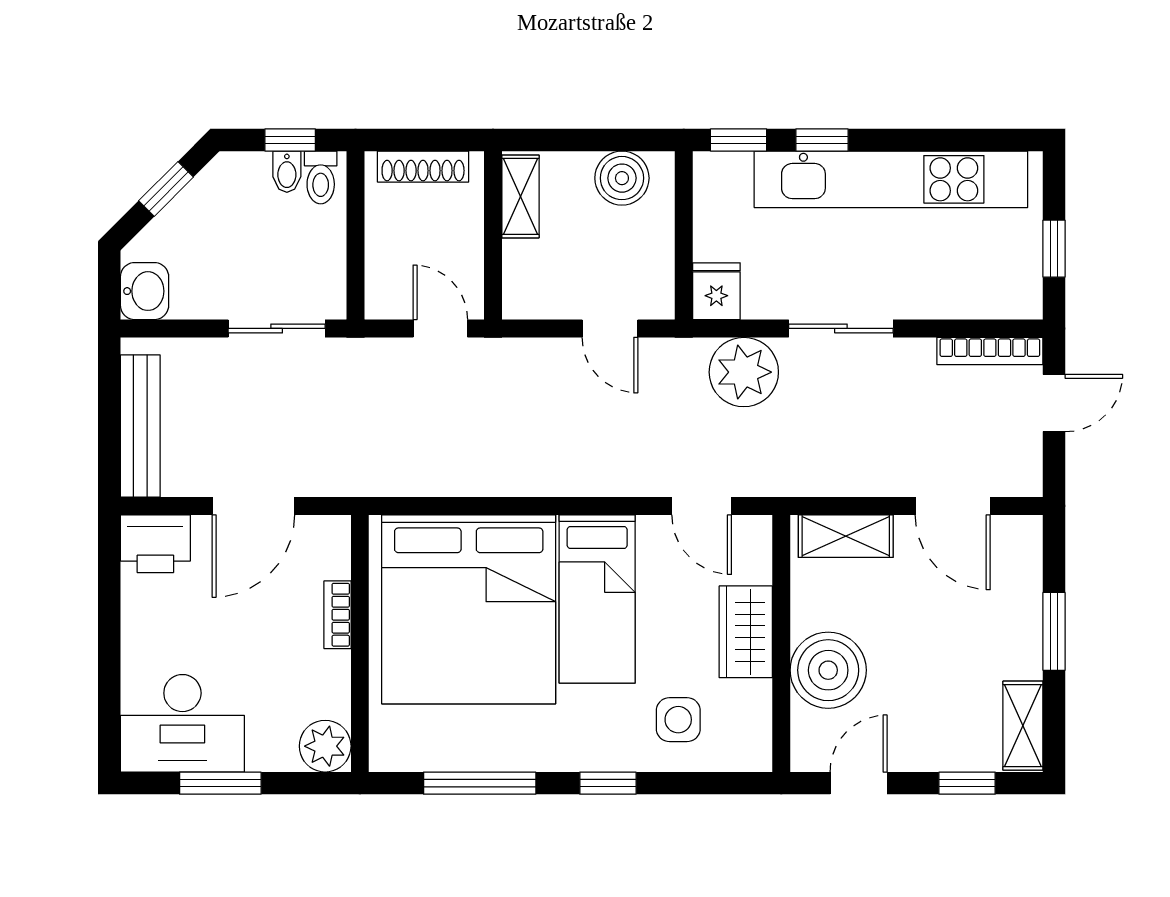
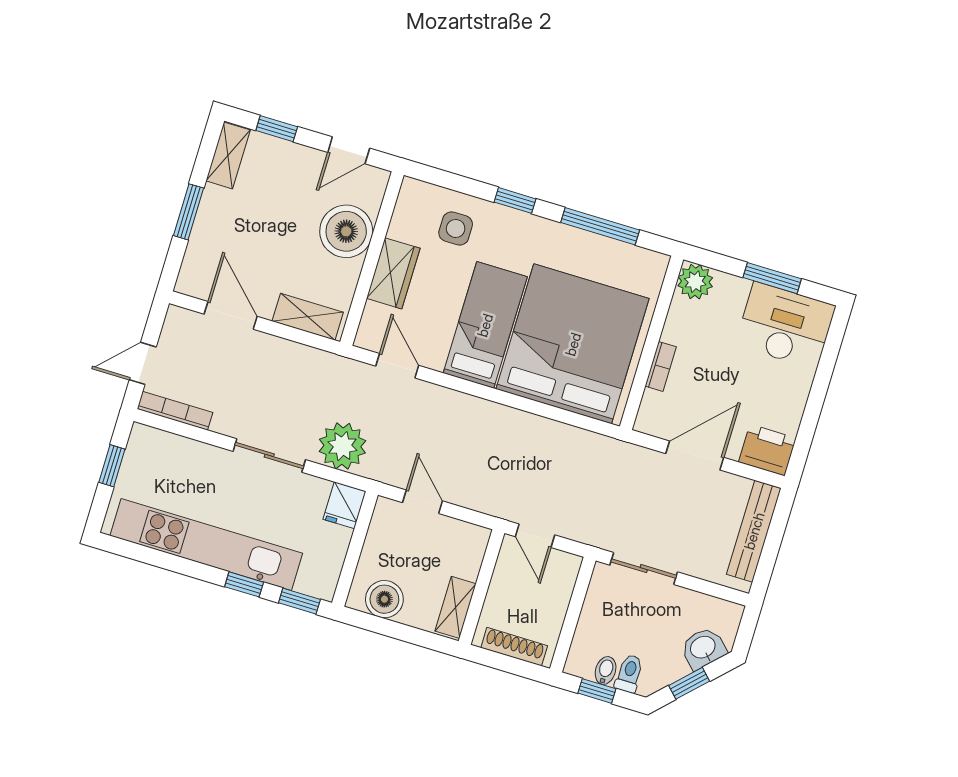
toilet: (321, 177) -> (629, 674), moved
washbasin: (145, 291) -> (703, 648), moved, turned 45

